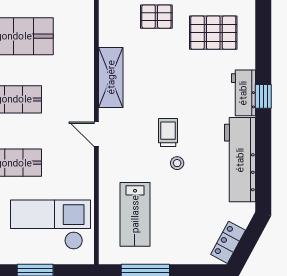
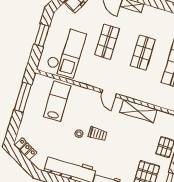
door: (96, 134) -> (109, 93), swing flipped
lab bench: (135, 214) -> (57, 101), turned 90

